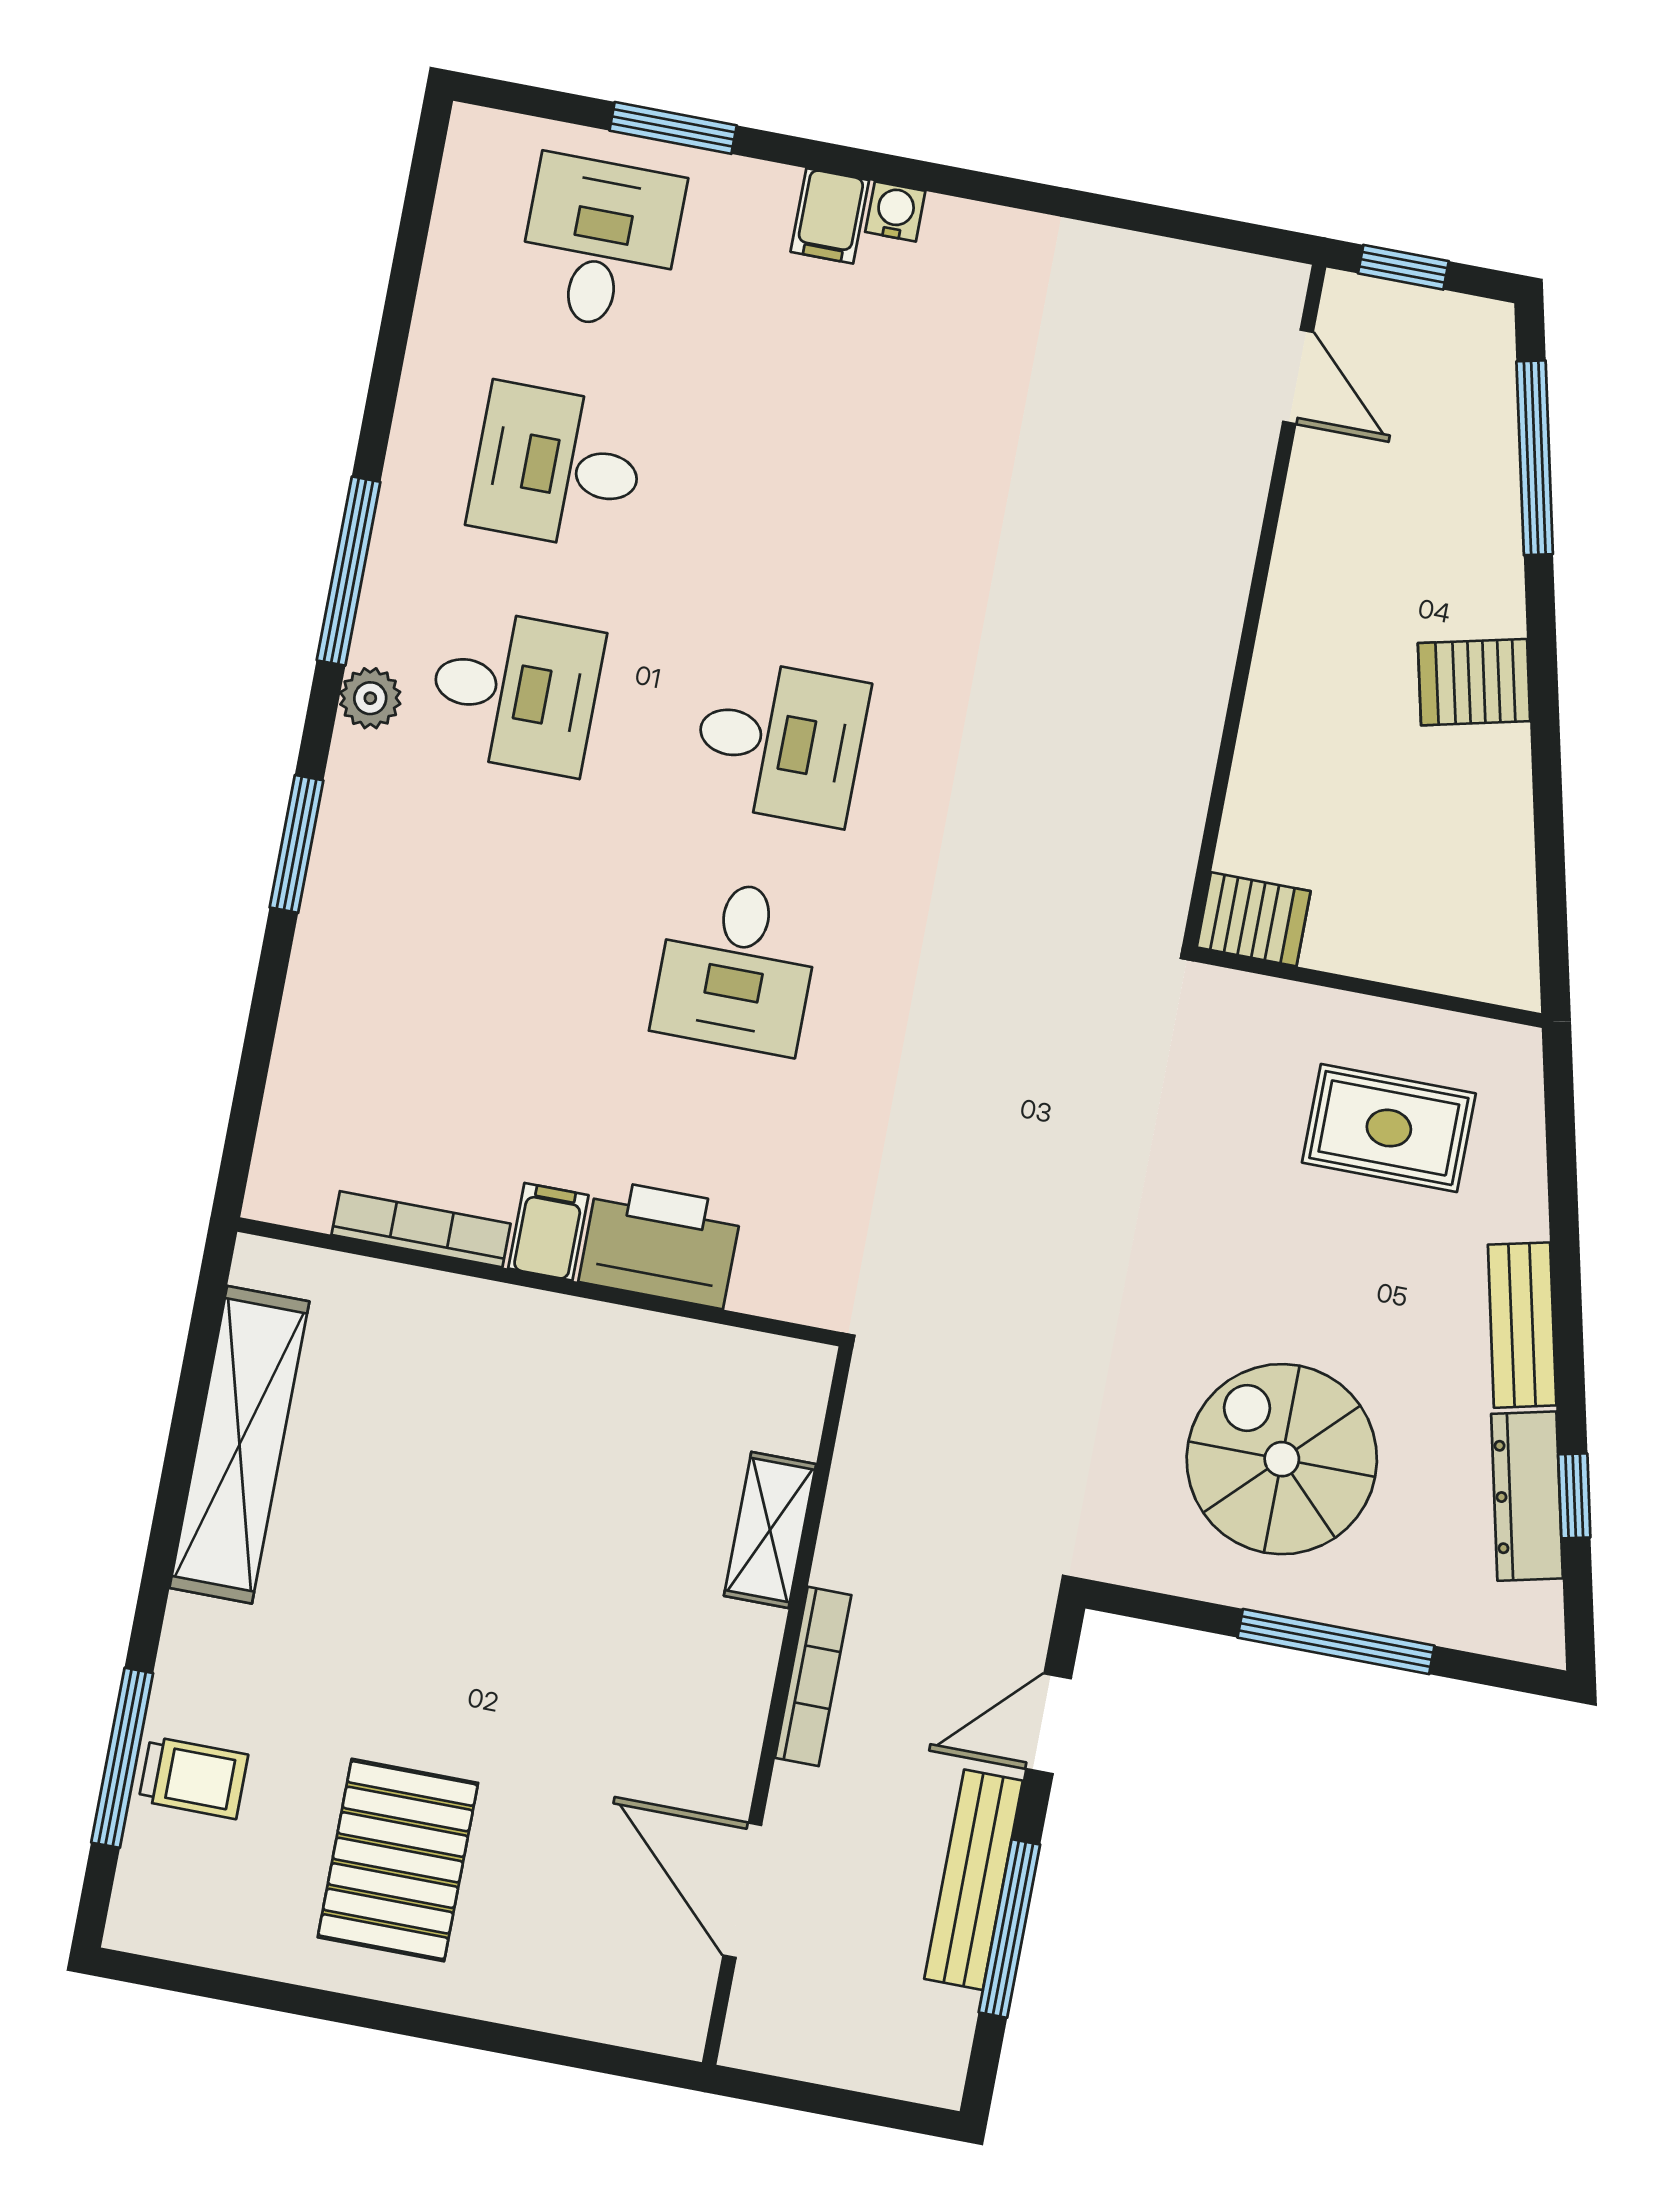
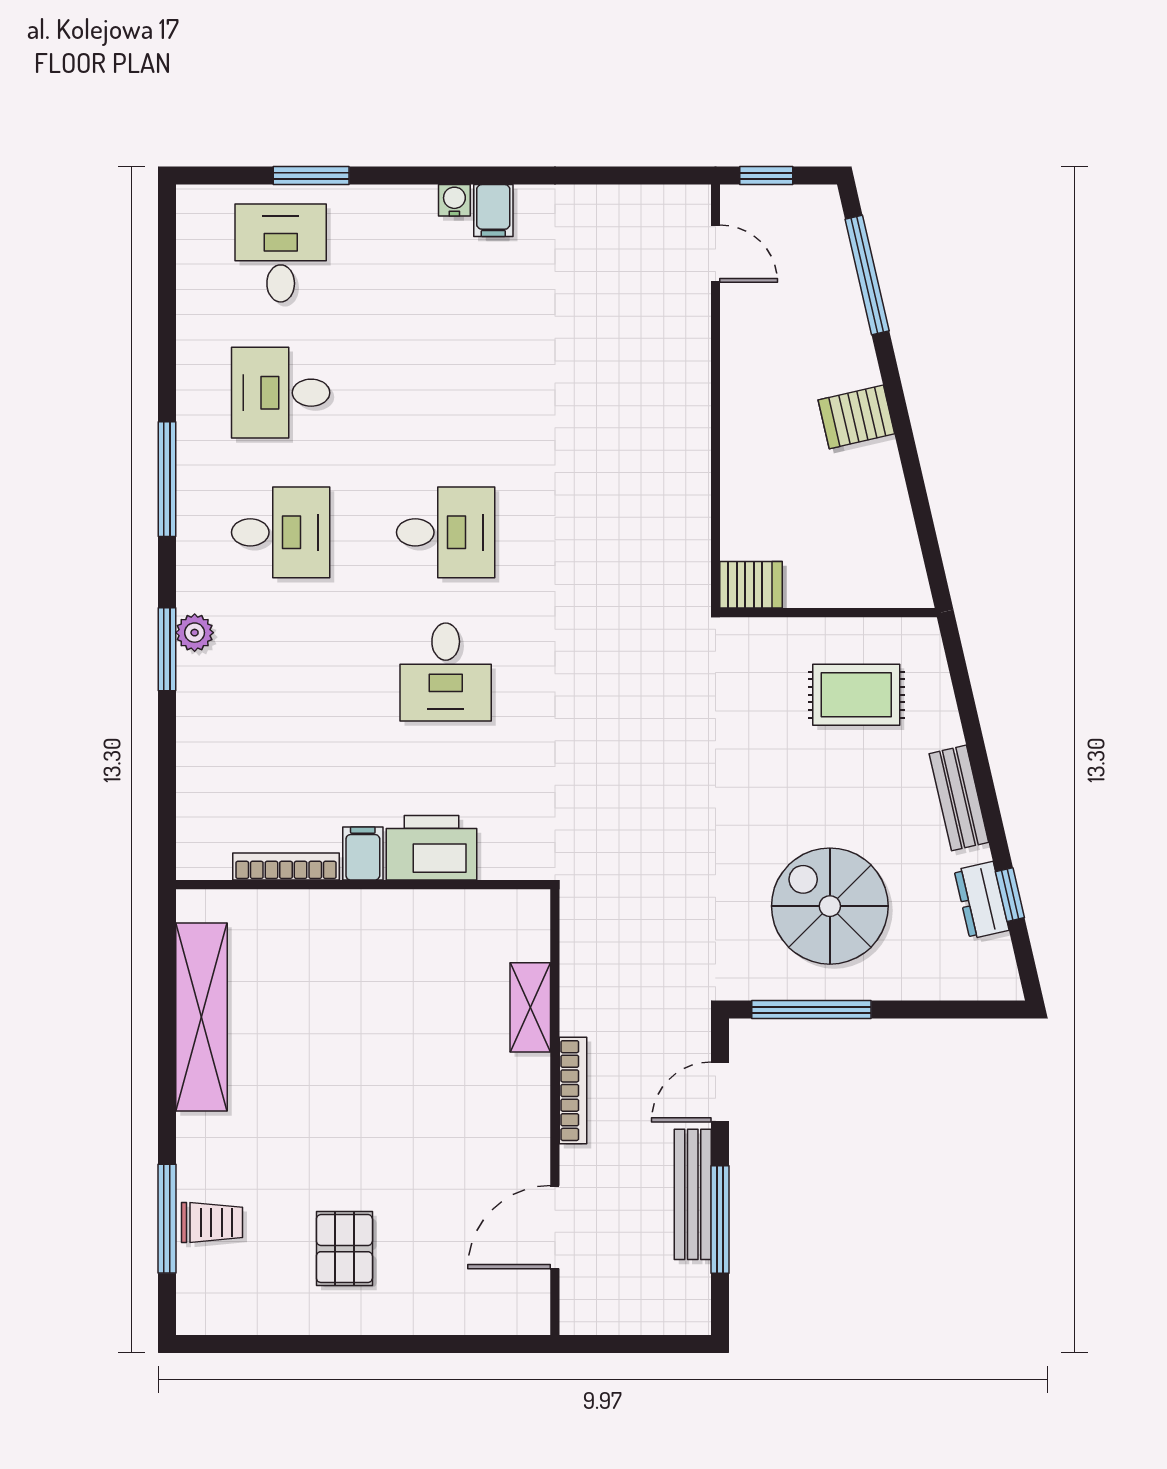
filing cabinet: (830, 216) -> (493, 211), moved
plant: (370, 698) -> (195, 633), moved
dresser: (1527, 1496) -> (982, 900), width x0.70
window: (1336, 1642) -> (811, 1010), moved
pallet: (398, 1860) -> (344, 1249), width x0.67, depth x0.71
door: (742, 1890) -> (555, 1227), hinge flipped

